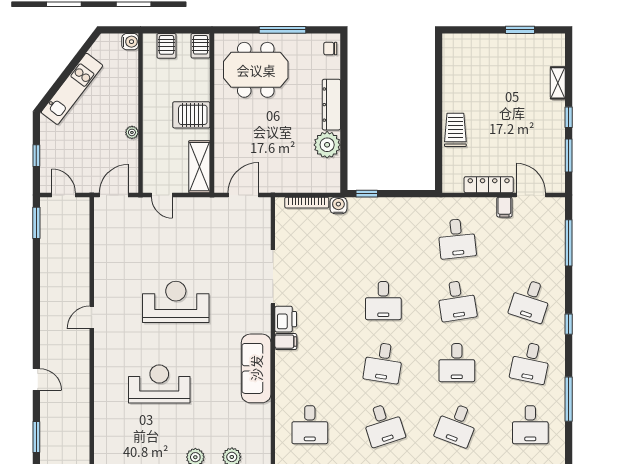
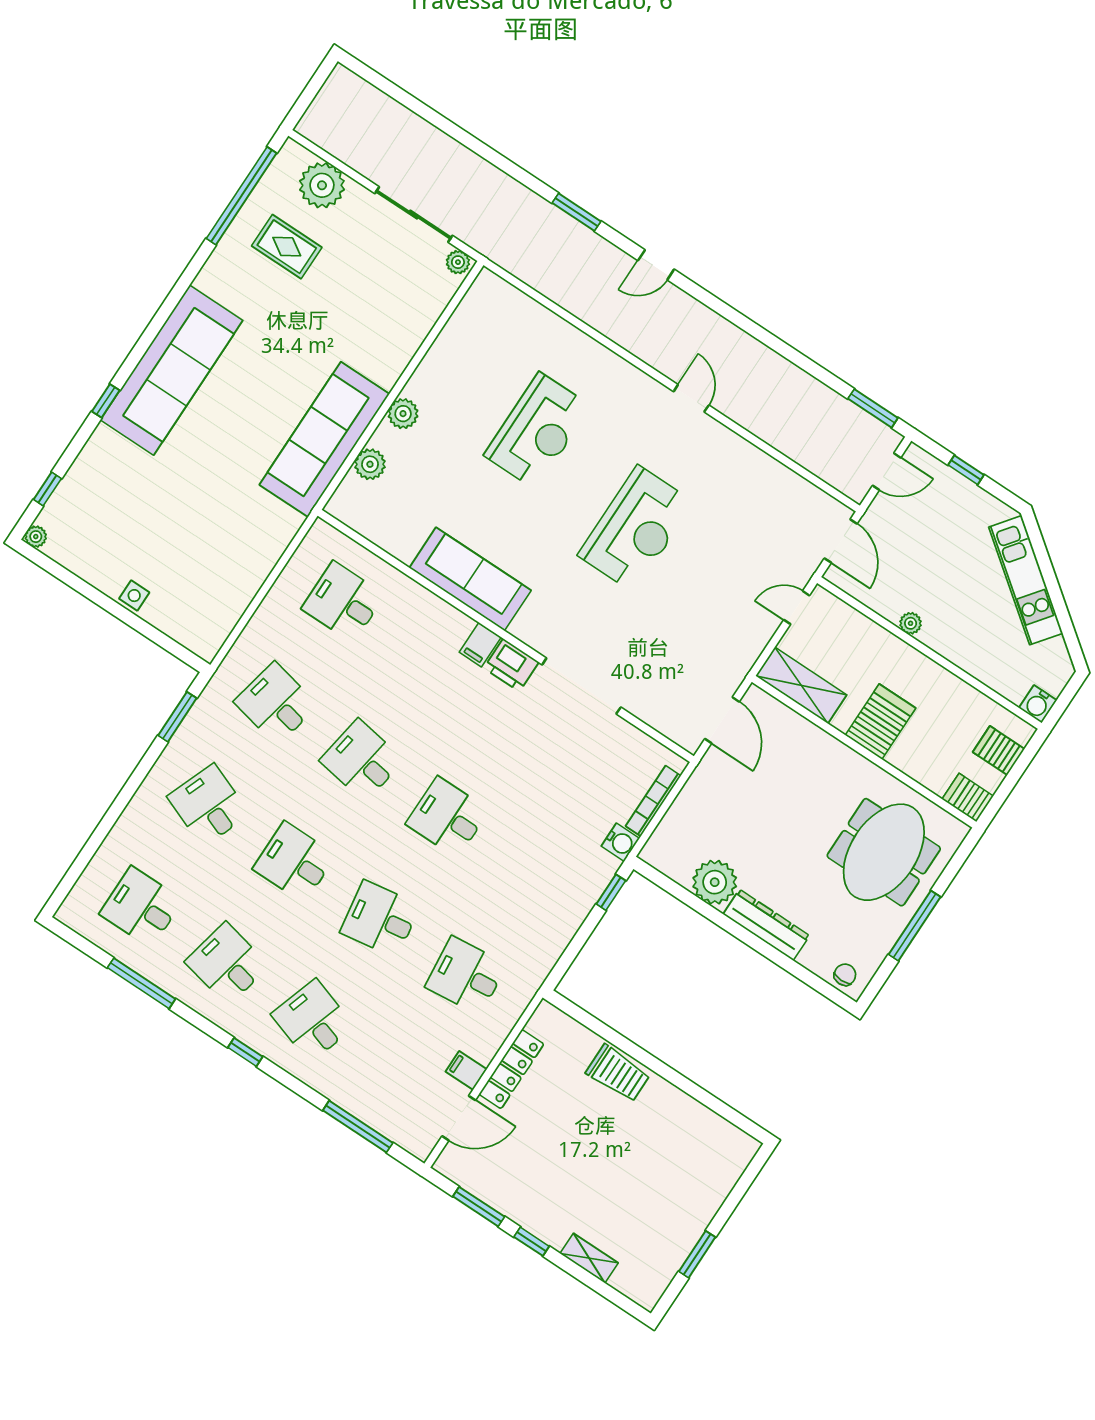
desk: (383, 425) -> (276, 704), turned 30

